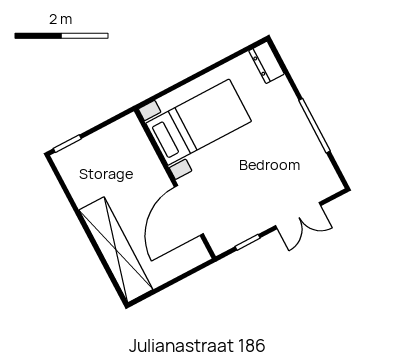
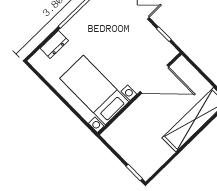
dresser: (267, 62) -> (54, 44), moved

